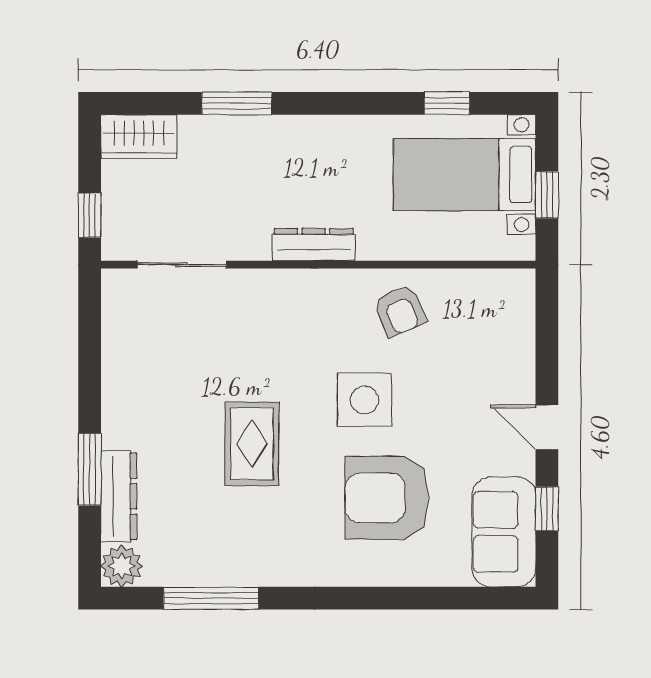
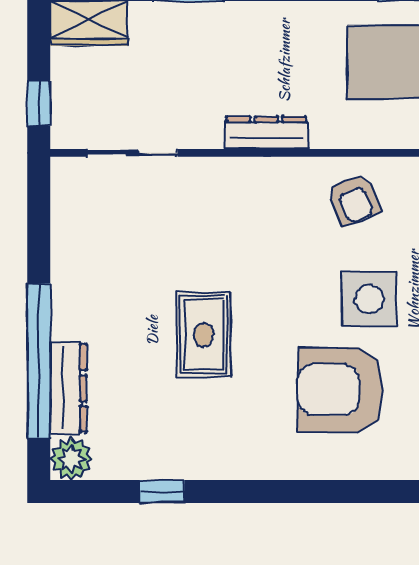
side table: (365, 400) -> (370, 299), moved
window: (90, 469) -> (39, 361), width x2.11
window: (211, 598) -> (162, 492), width x0.46

